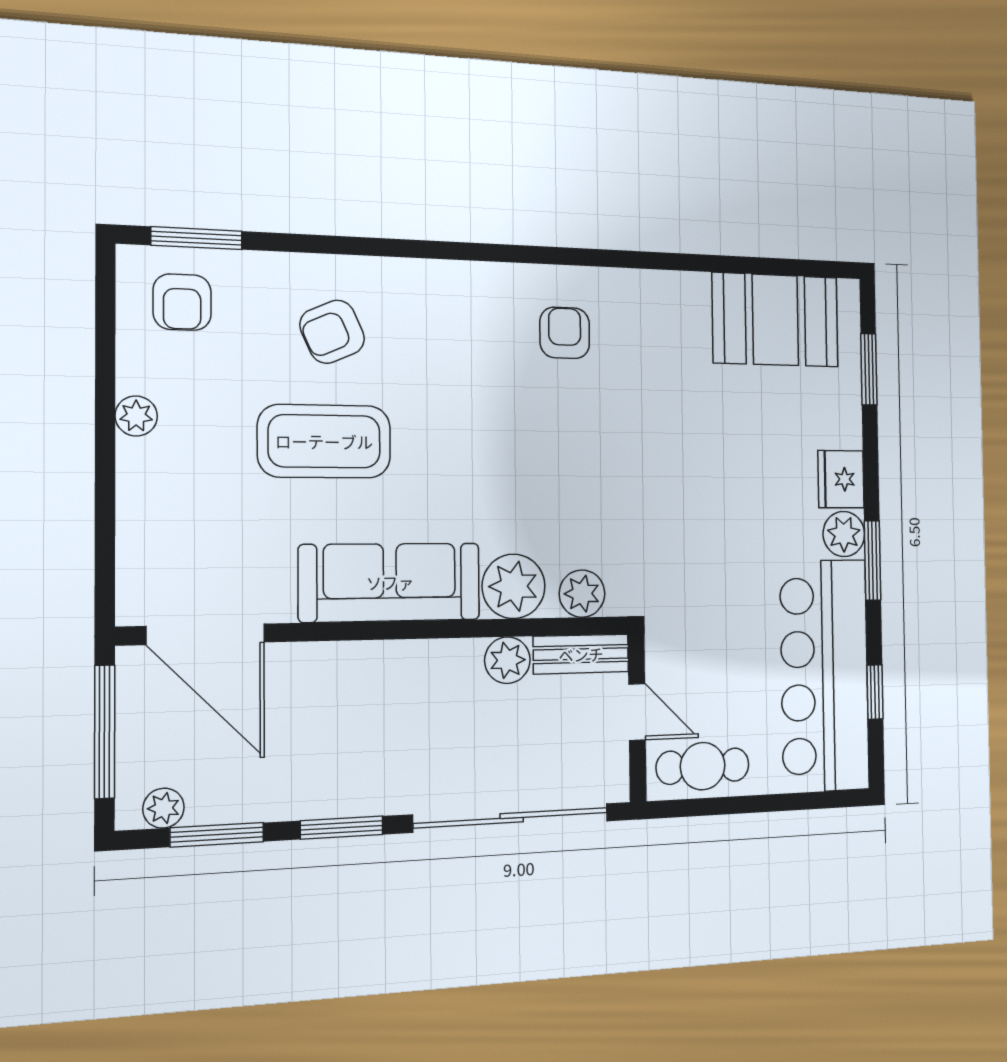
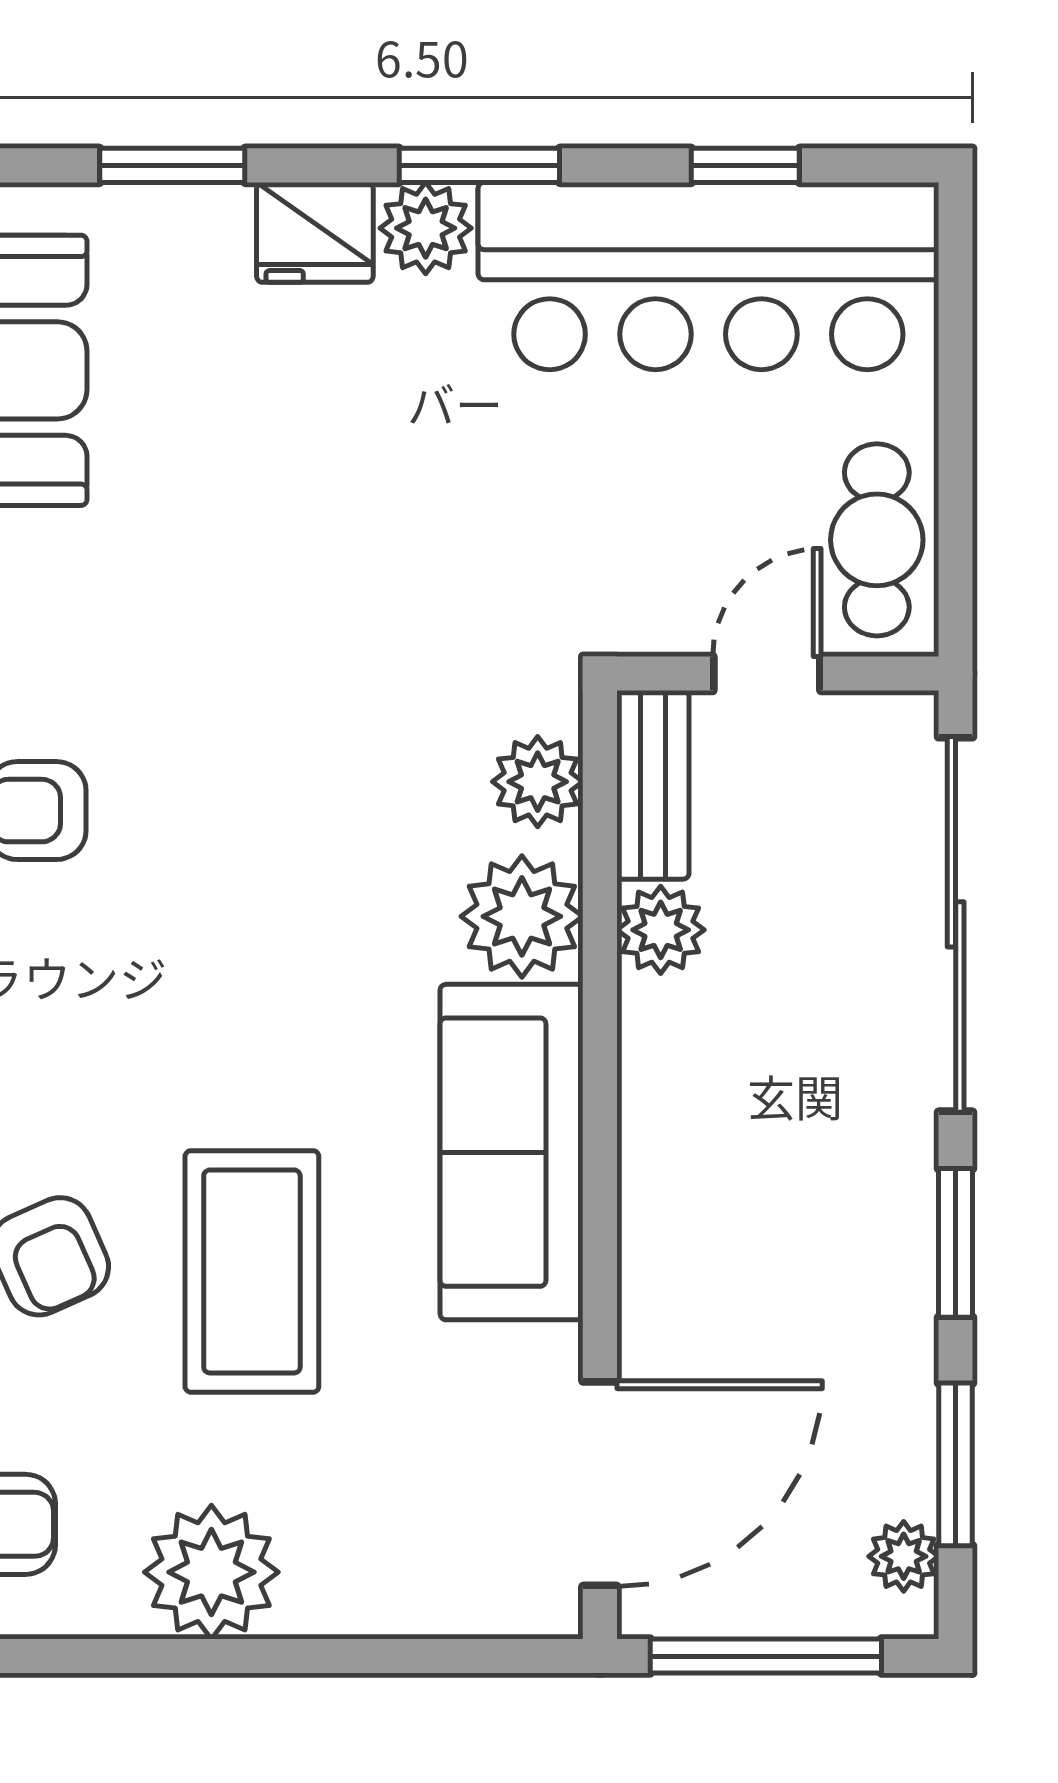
window: (869, 369) -> (172, 165), moved
plant: (136, 416) -> (211, 1572), width x1.87, depth x1.87

